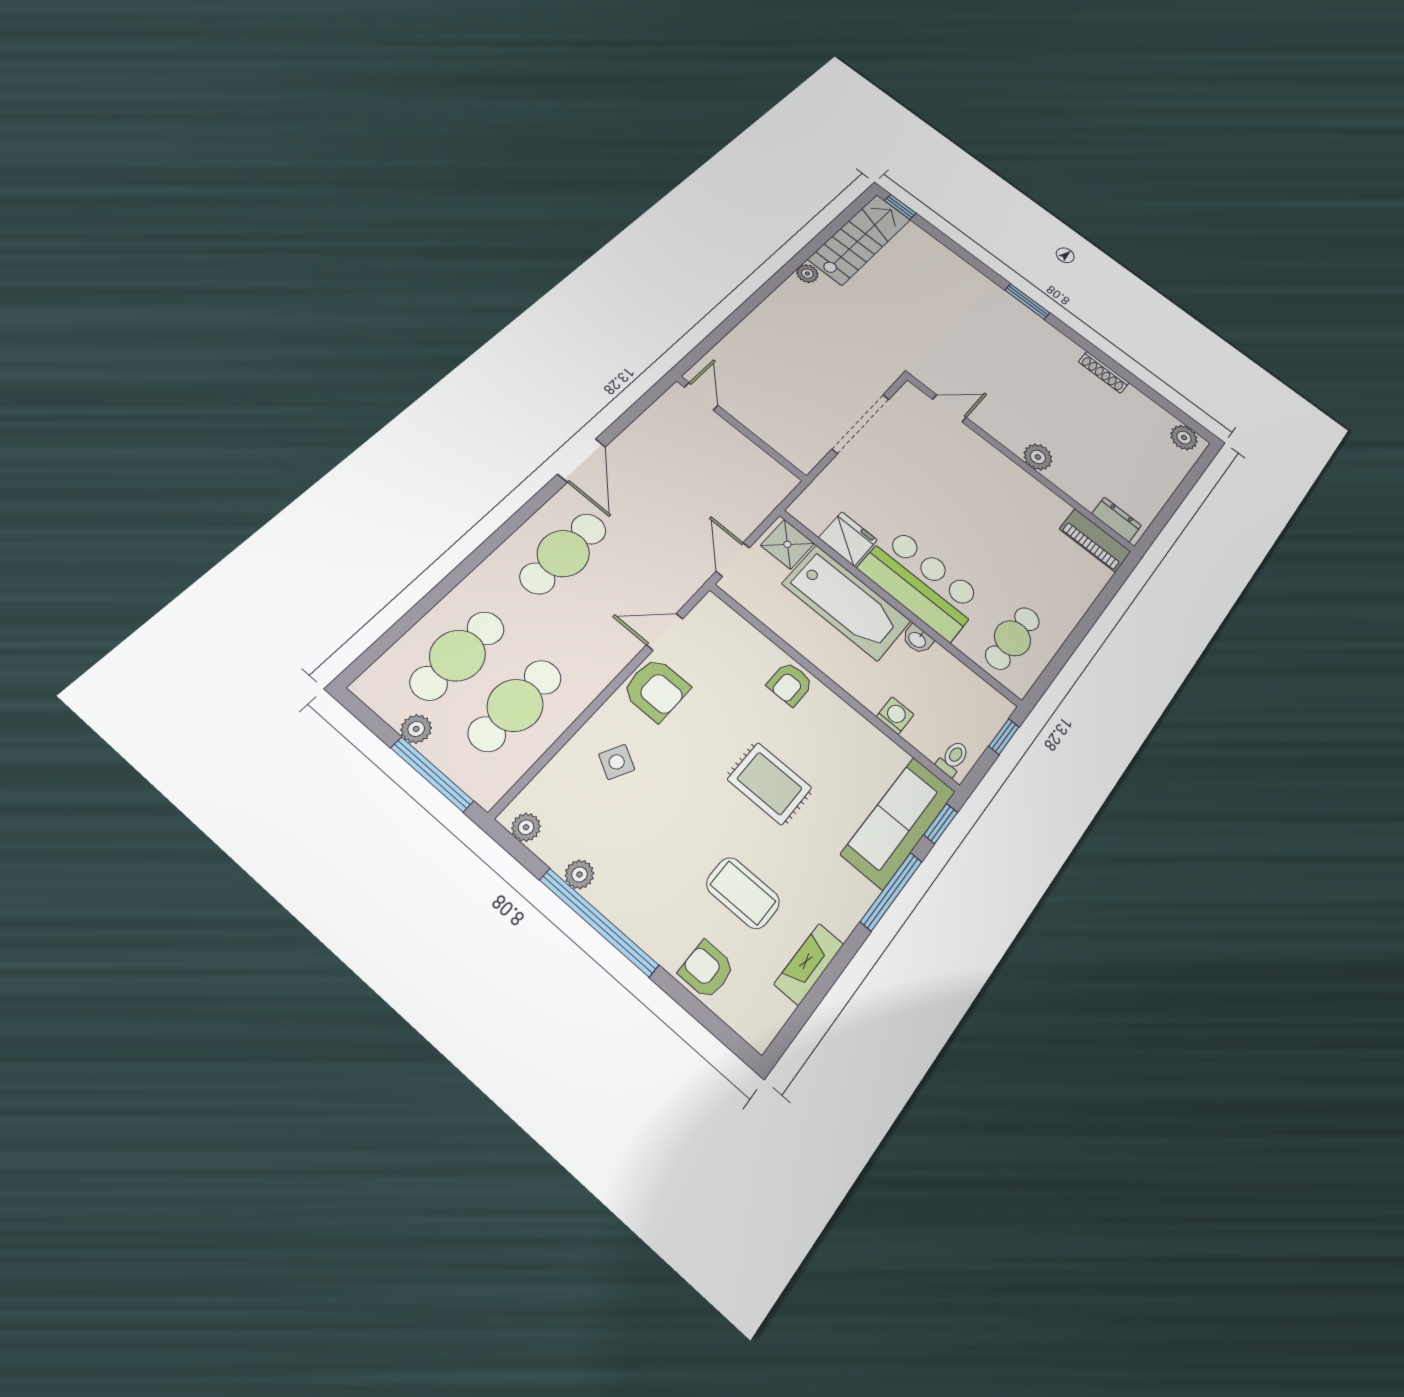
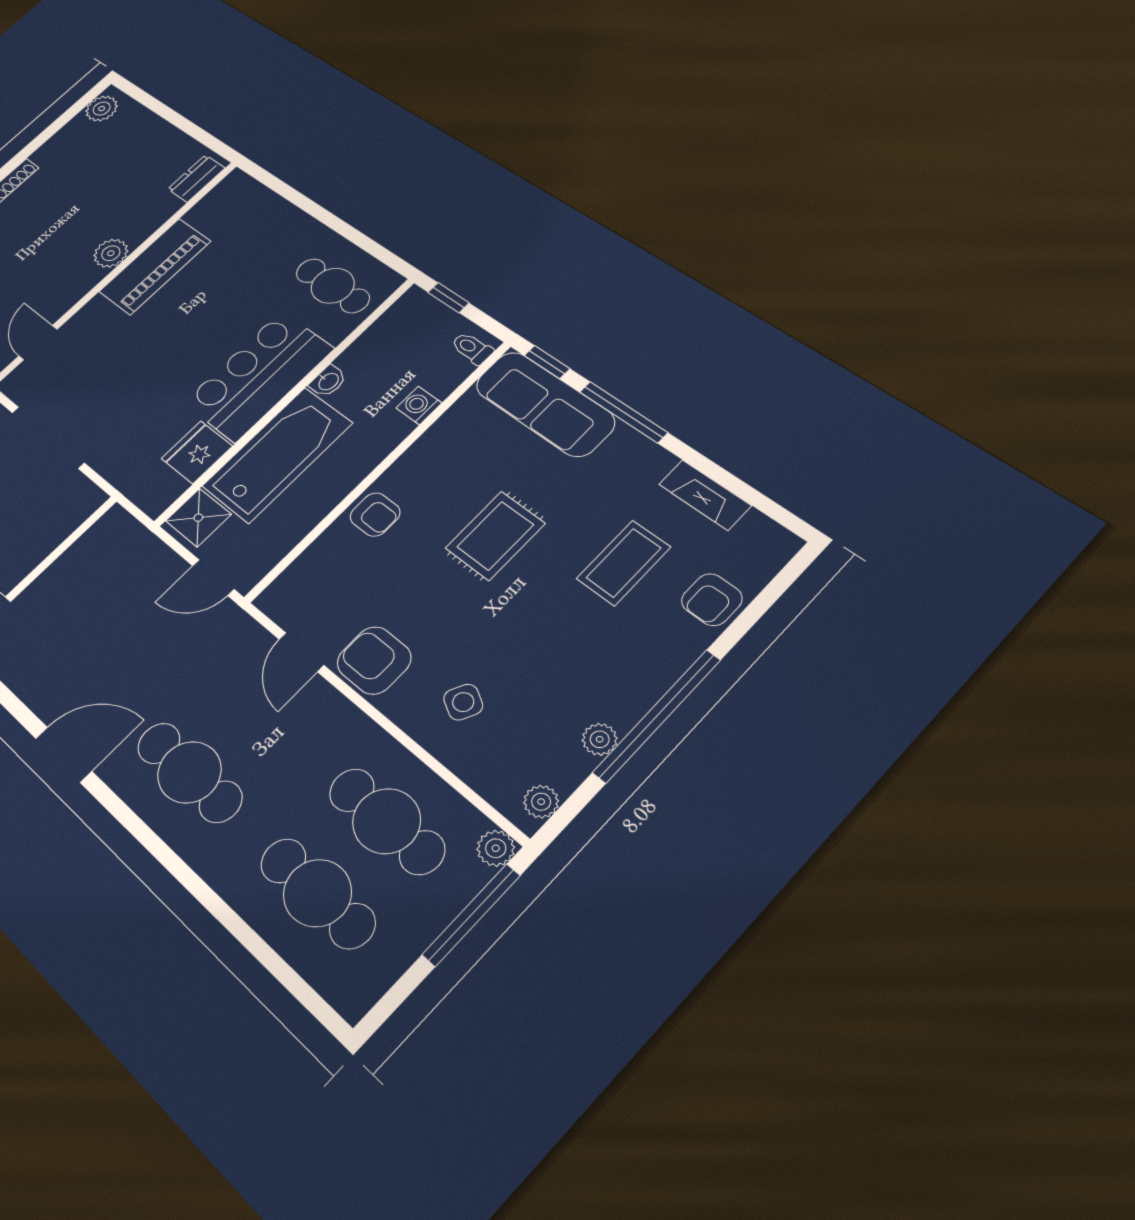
piano: (1095, 540) -> (155, 266), moved, width x1.37, depth x1.33
armchair: (656, 689) -> (374, 660), turned -90
plant: (416, 729) -> (496, 848), moved

